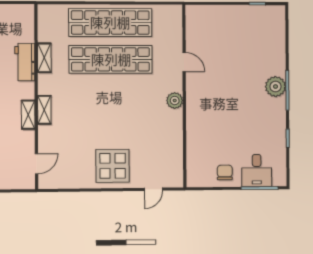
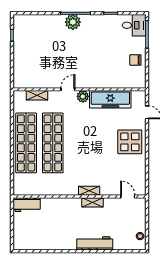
shelving: (44, 58) -> (37, 95), moved
workbench: (25, 62) -> (27, 205), moved
door: (184, 62) -> (68, 89), moved
freezer: (171, 138) -> (110, 99), added
desk: (257, 170) -> (134, 25), moved

